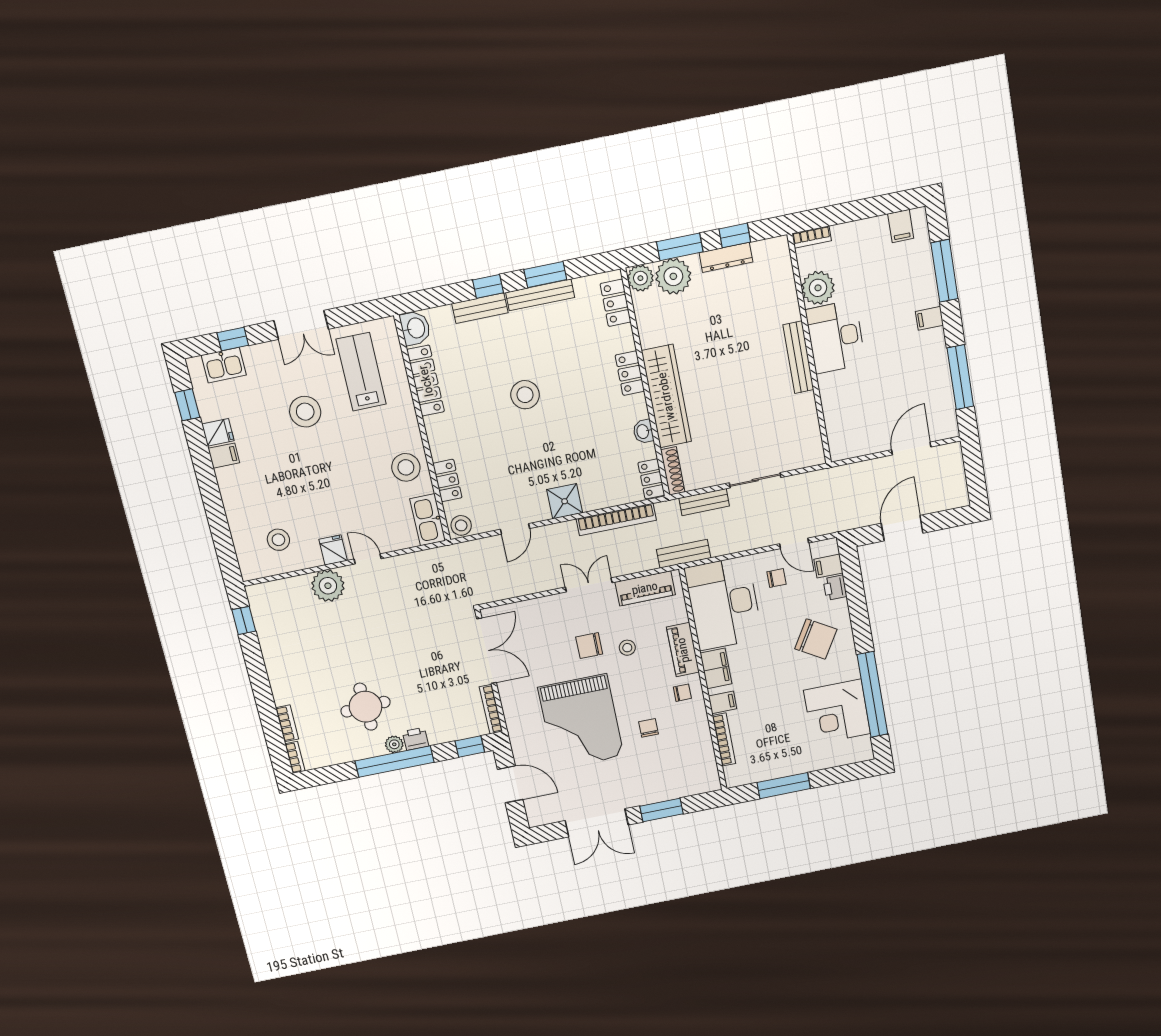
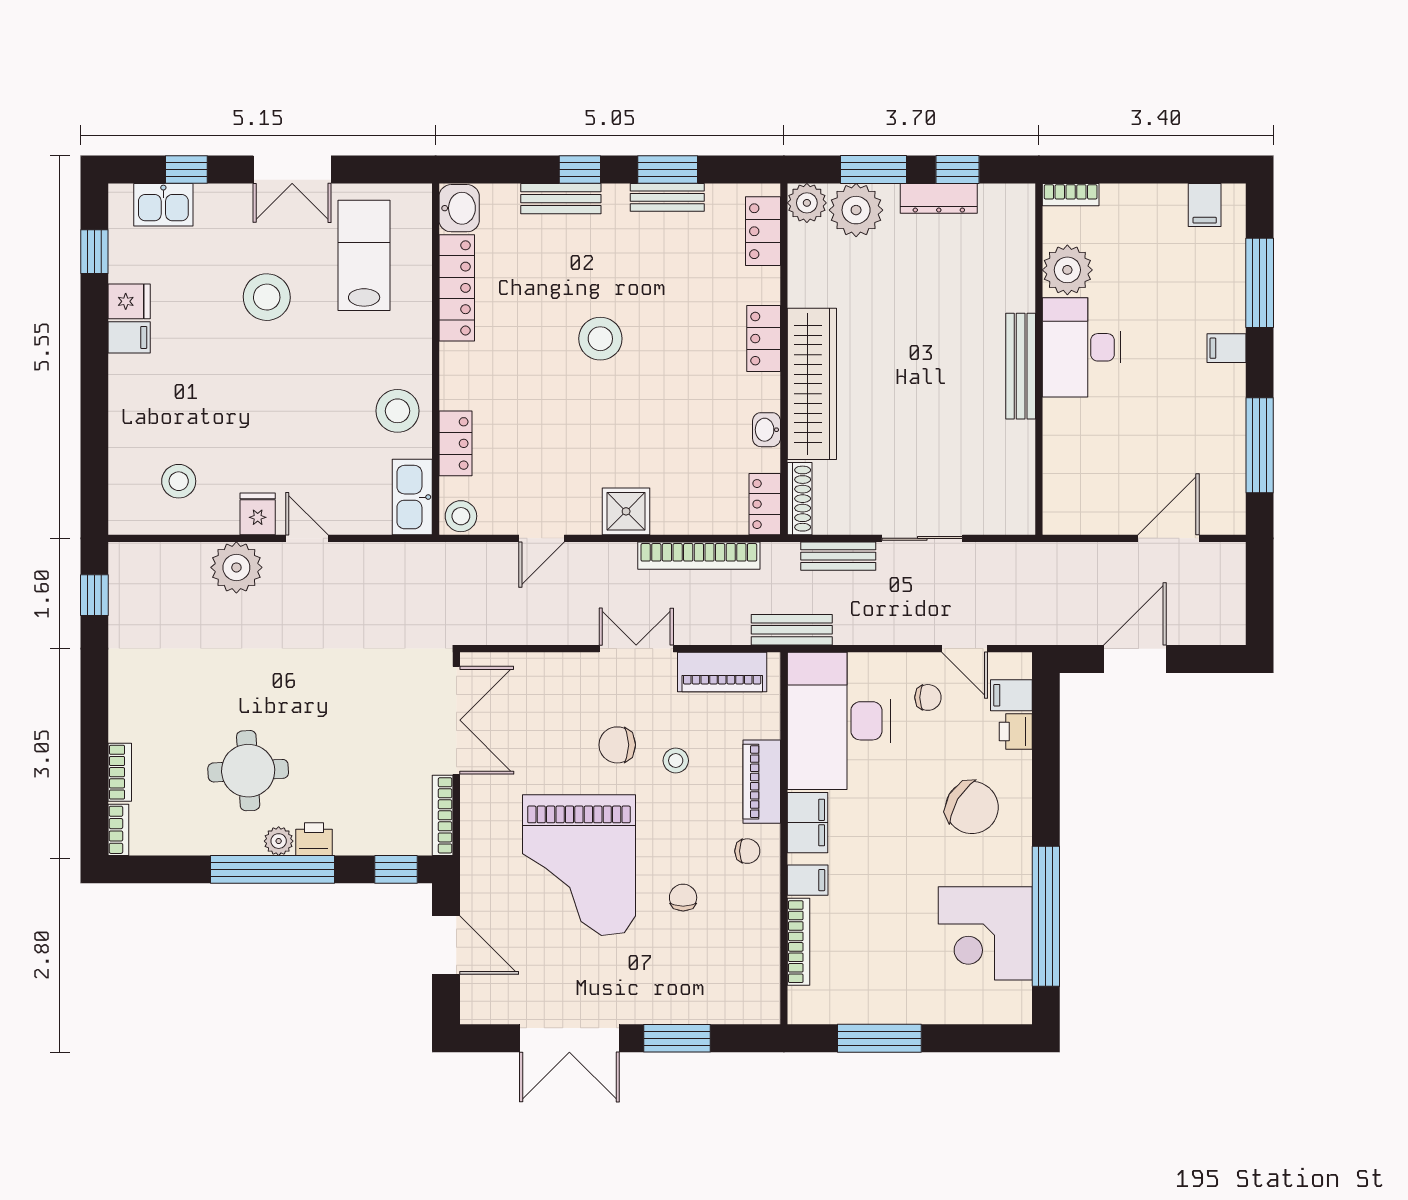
bench: (540, 295) -> (667, 197), width x0.73

